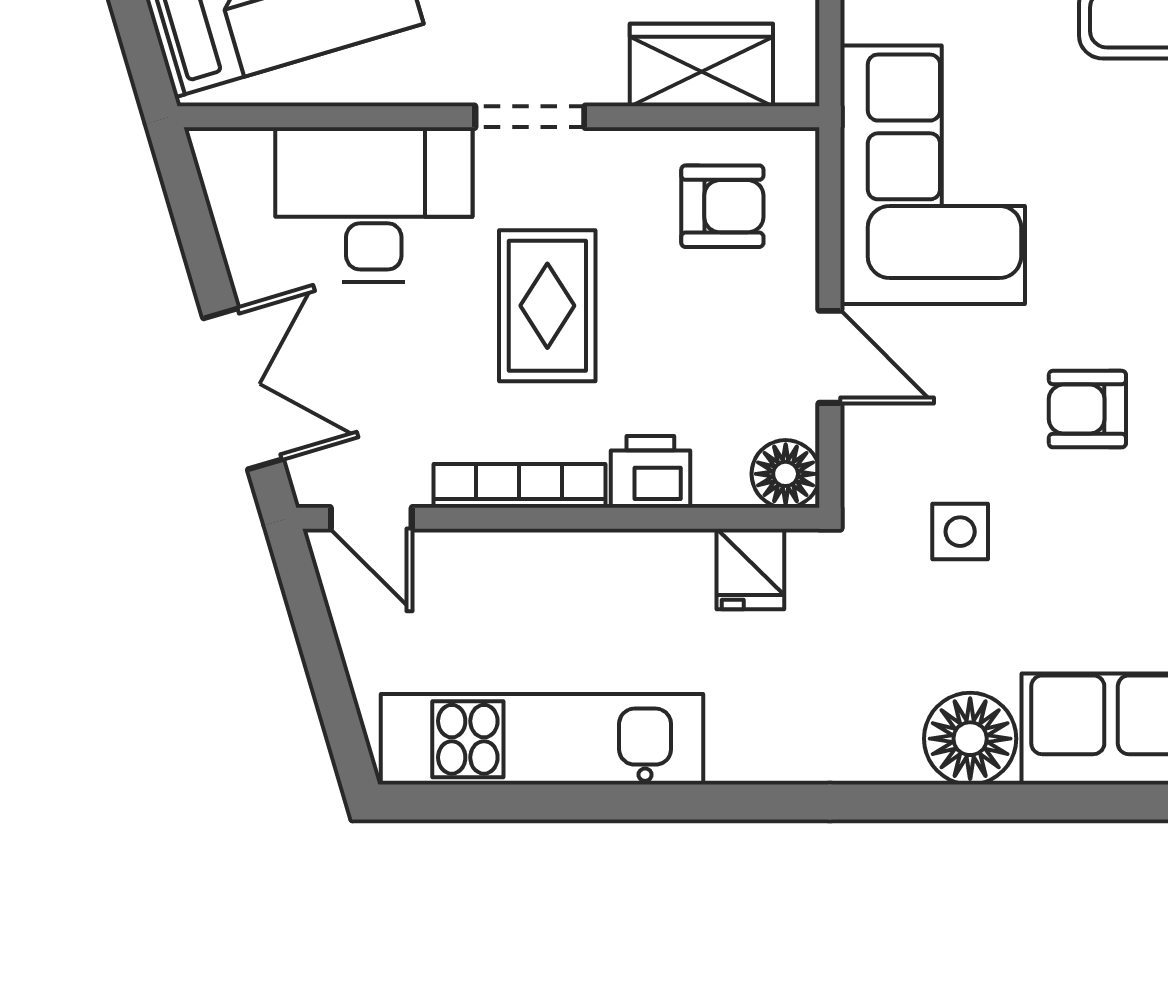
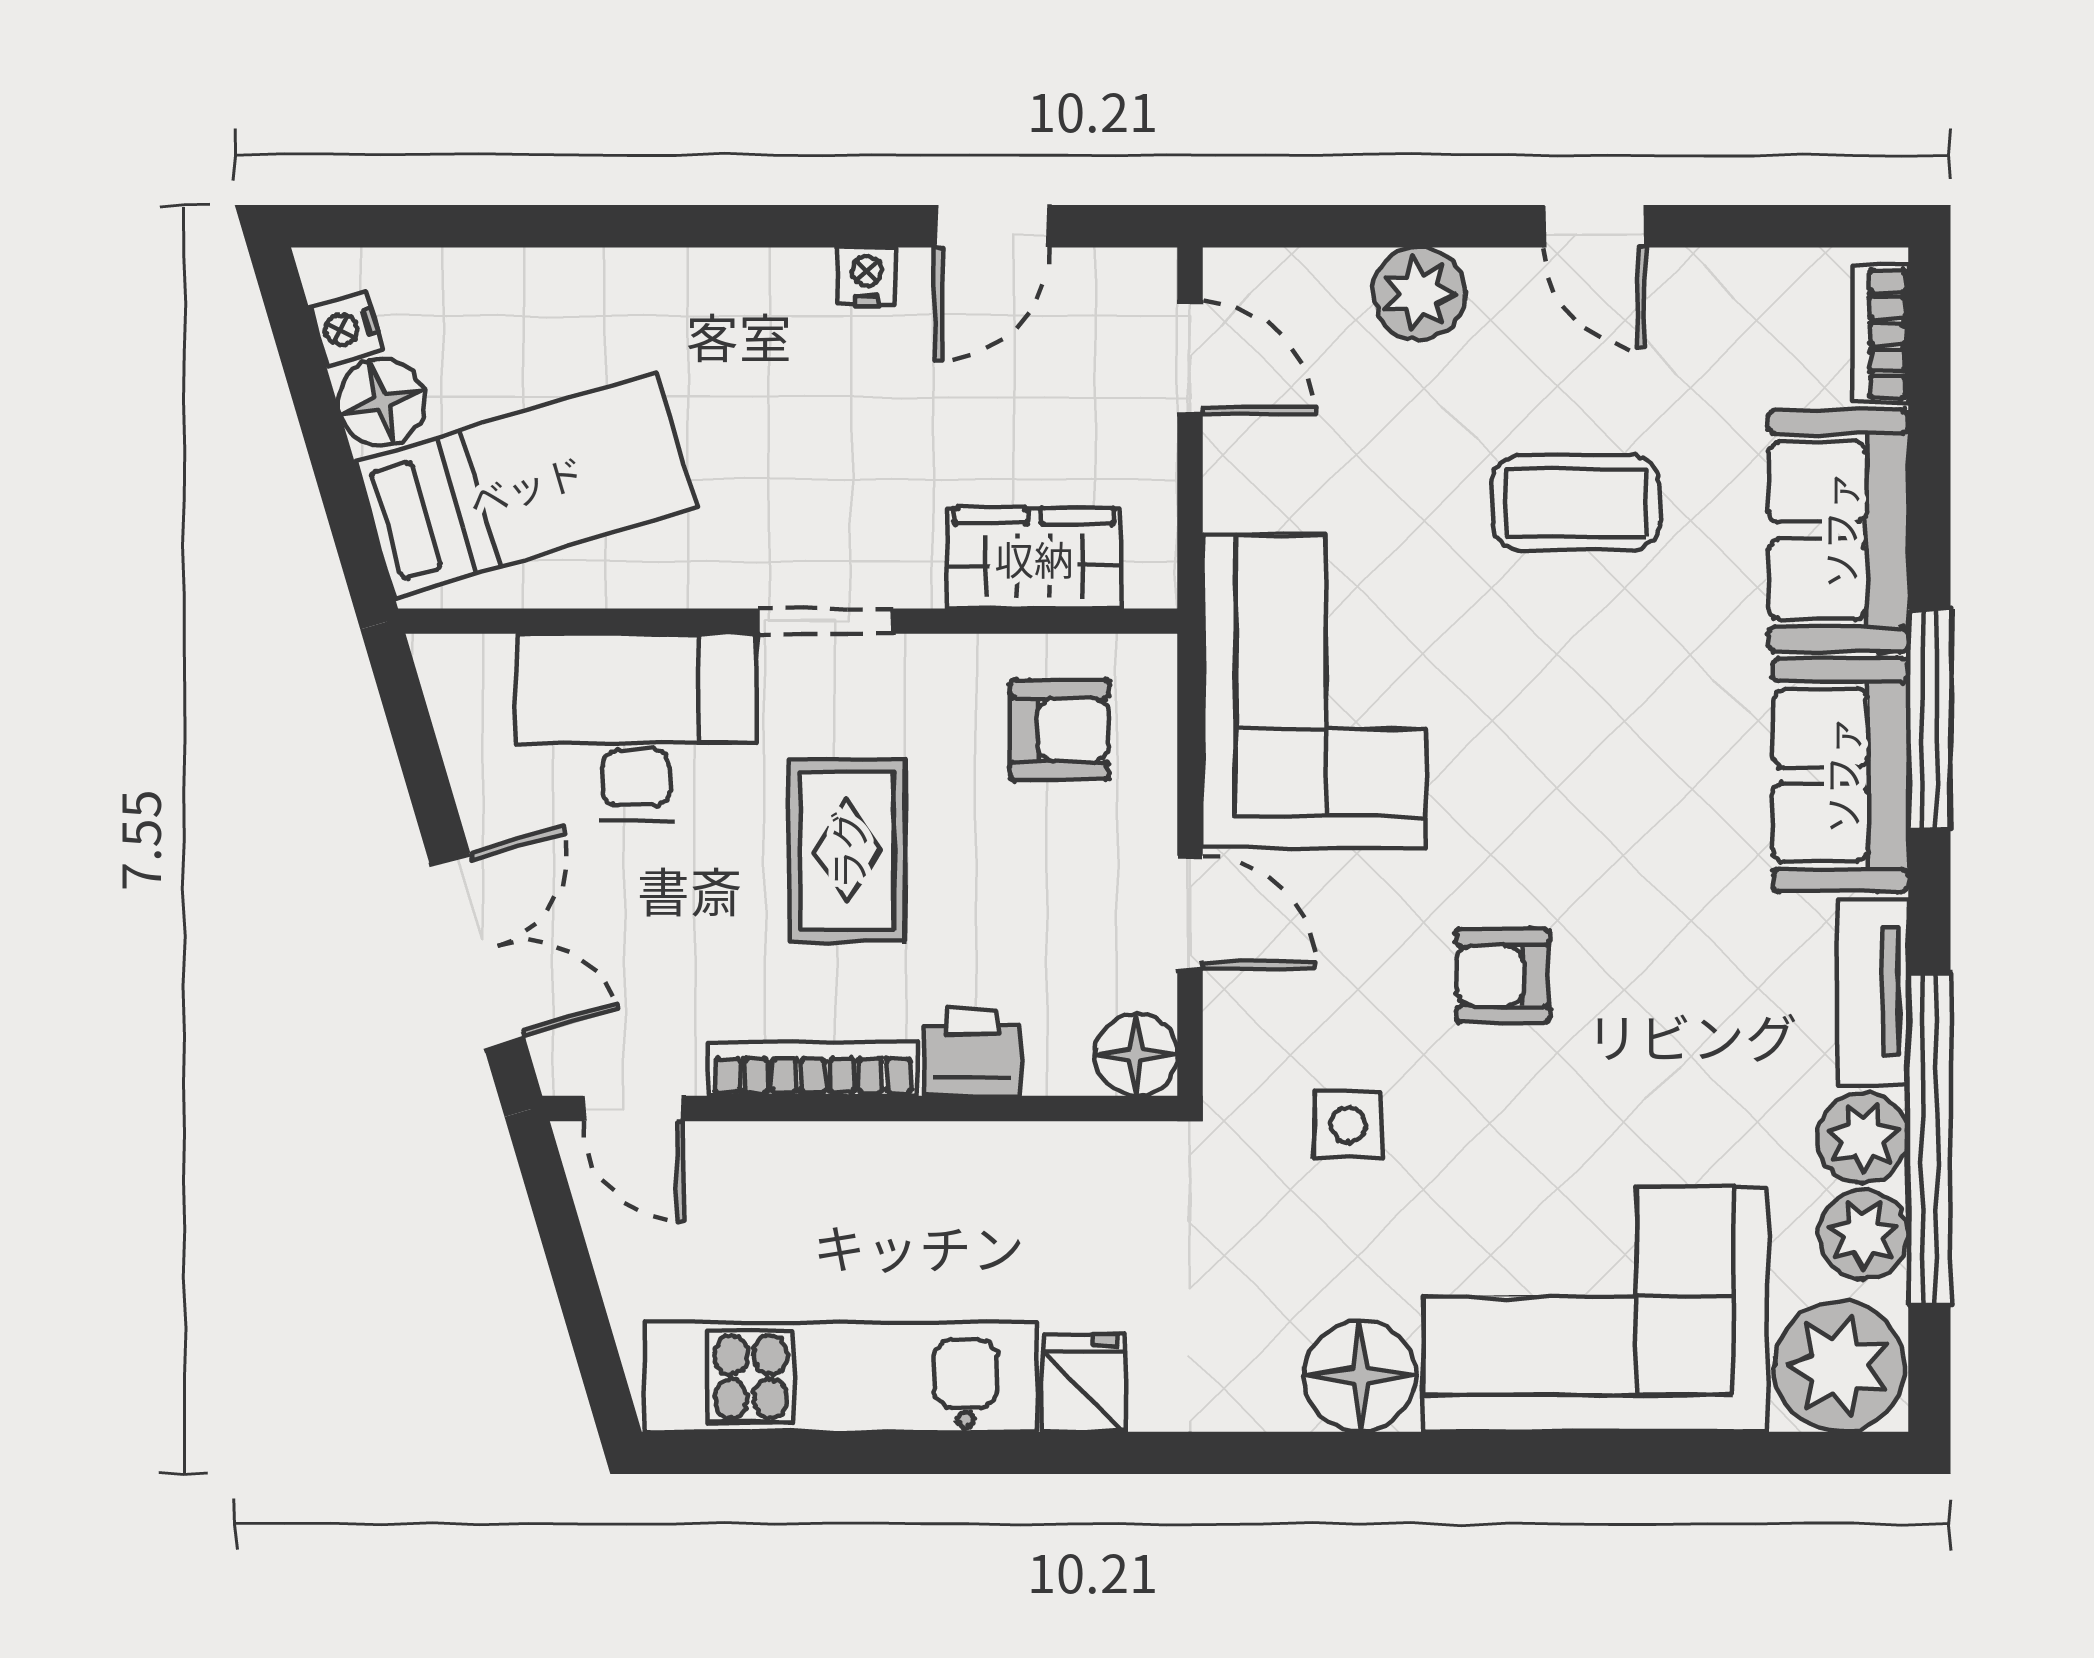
fridge: (750, 569) -> (1084, 1383), moved, turned 180

